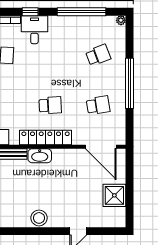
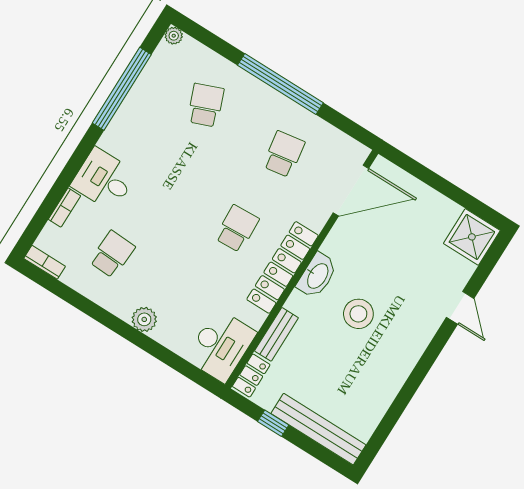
window: (30, 12) -> (72, 168), removed
washbasin: (40, 156) -> (317, 276), moved
shower: (114, 195) -> (472, 237), moved
stool: (39, 218) -> (358, 314), moved

